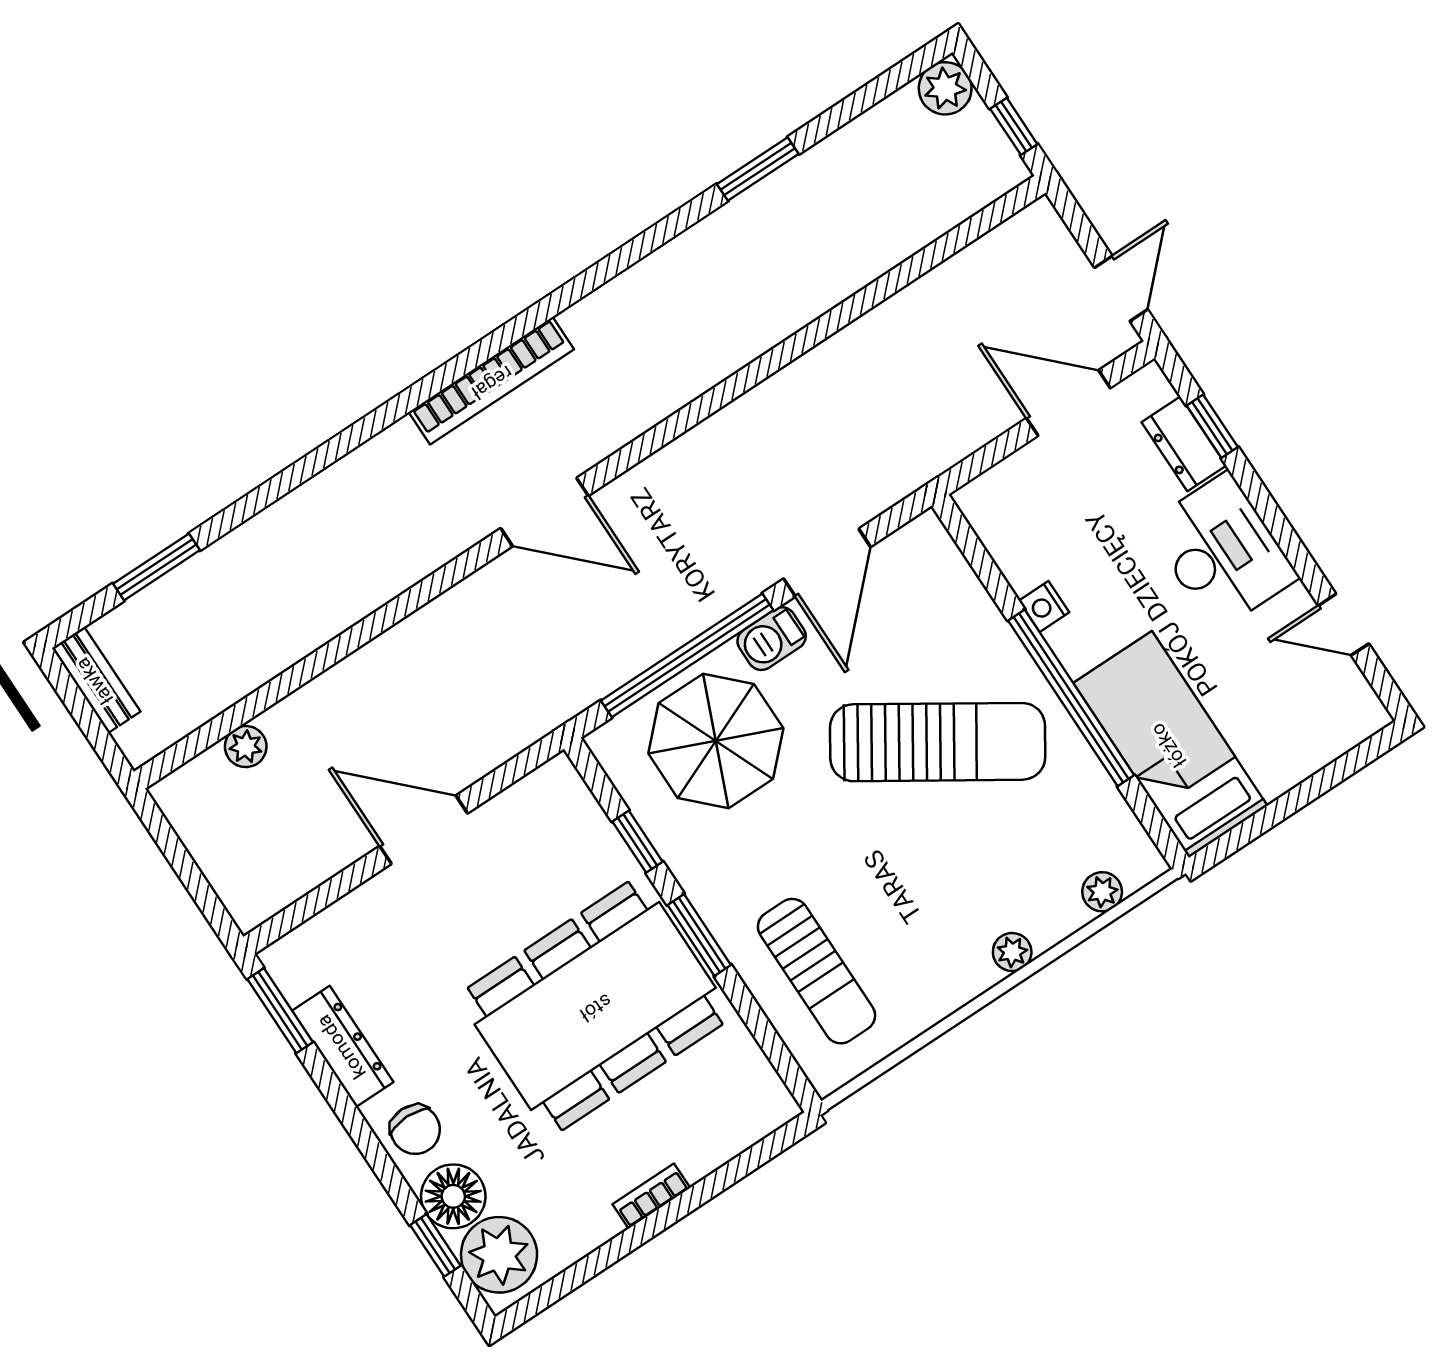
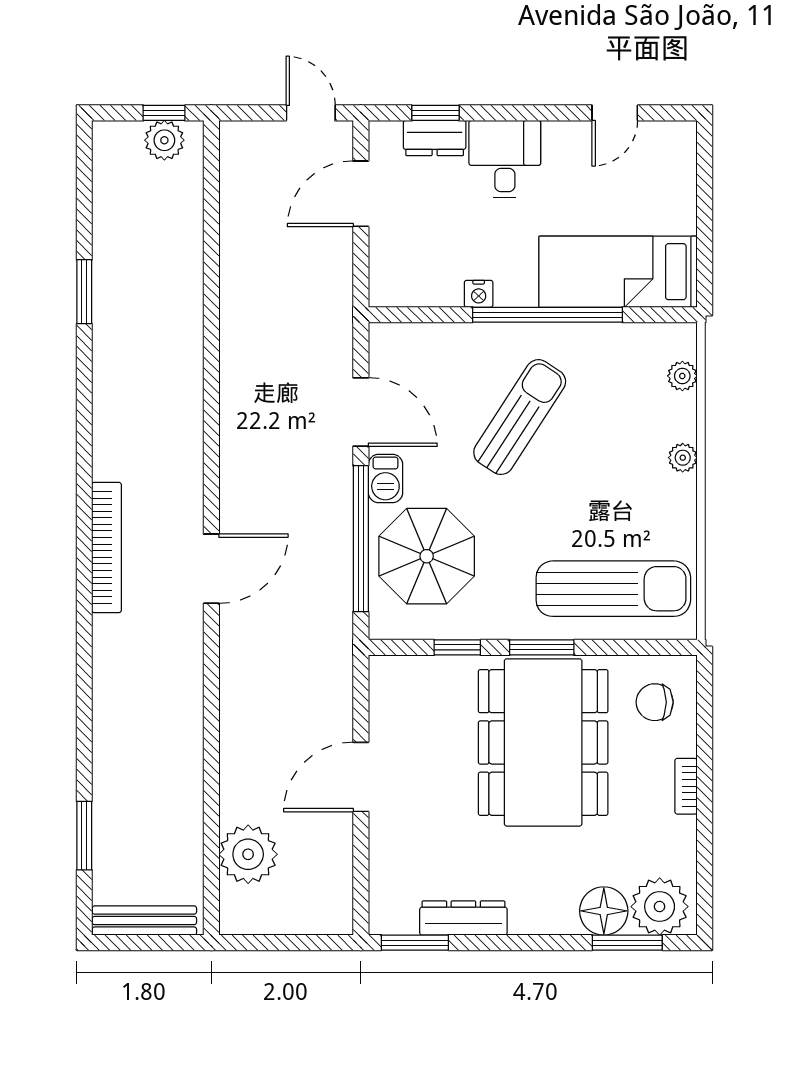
plant: (945, 88) -> (164, 140), moved
desk: (1222, 552) -> (505, 159), width x0.73
bench: (96, 680) -> (144, 921), width x1.36
sun lounger: (938, 742) -> (520, 417), width x0.73, depth x0.75
plant: (246, 747) -> (248, 854), width x1.87, depth x1.87
sun lounger: (816, 971) -> (613, 589), width x1.36, depth x1.34
chair: (415, 1130) -> (655, 702), moved, turned 180
window: (435, 1245) -> (627, 943), width x1.50

